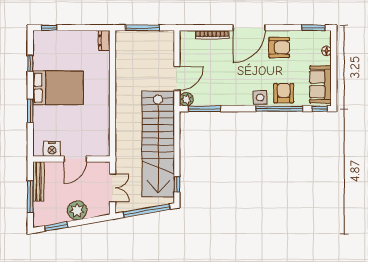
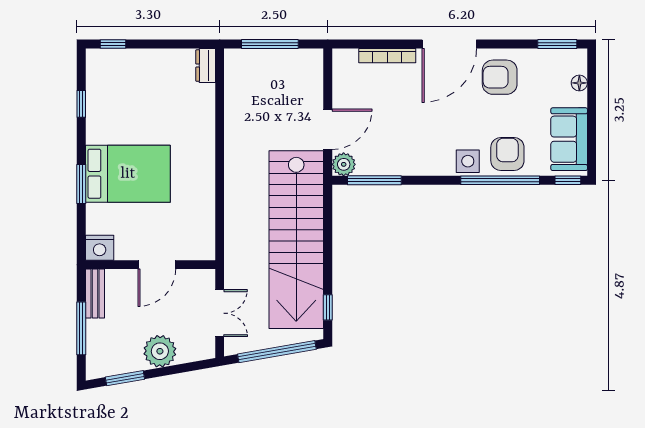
armchair: (279, 47) -> (500, 77), turned 180
bed: (58, 88) -> (128, 174), moved
nightstand: (52, 149) -> (100, 248), moved
bench: (38, 182) -> (95, 294), width x0.73

